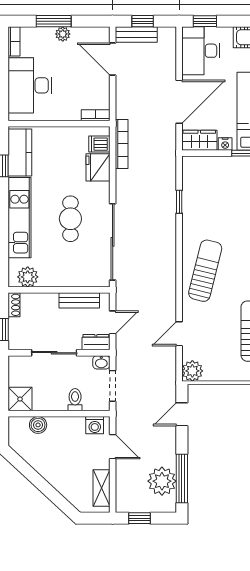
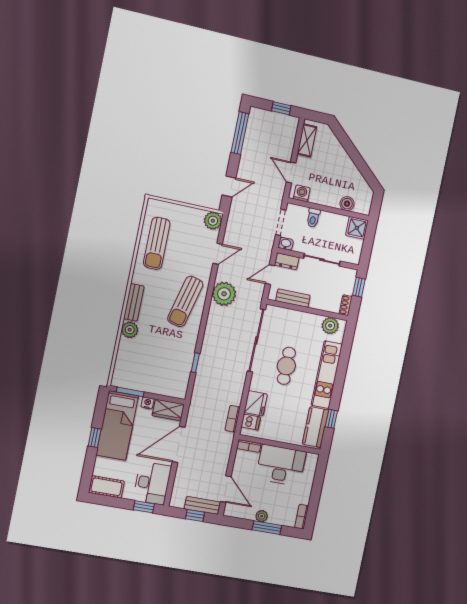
desk: (30, 85) -> (281, 465), moved, turned -90
bookcase: (122, 144) -> (233, 419), width x0.64
plant: (162, 481) -> (224, 294), moved

